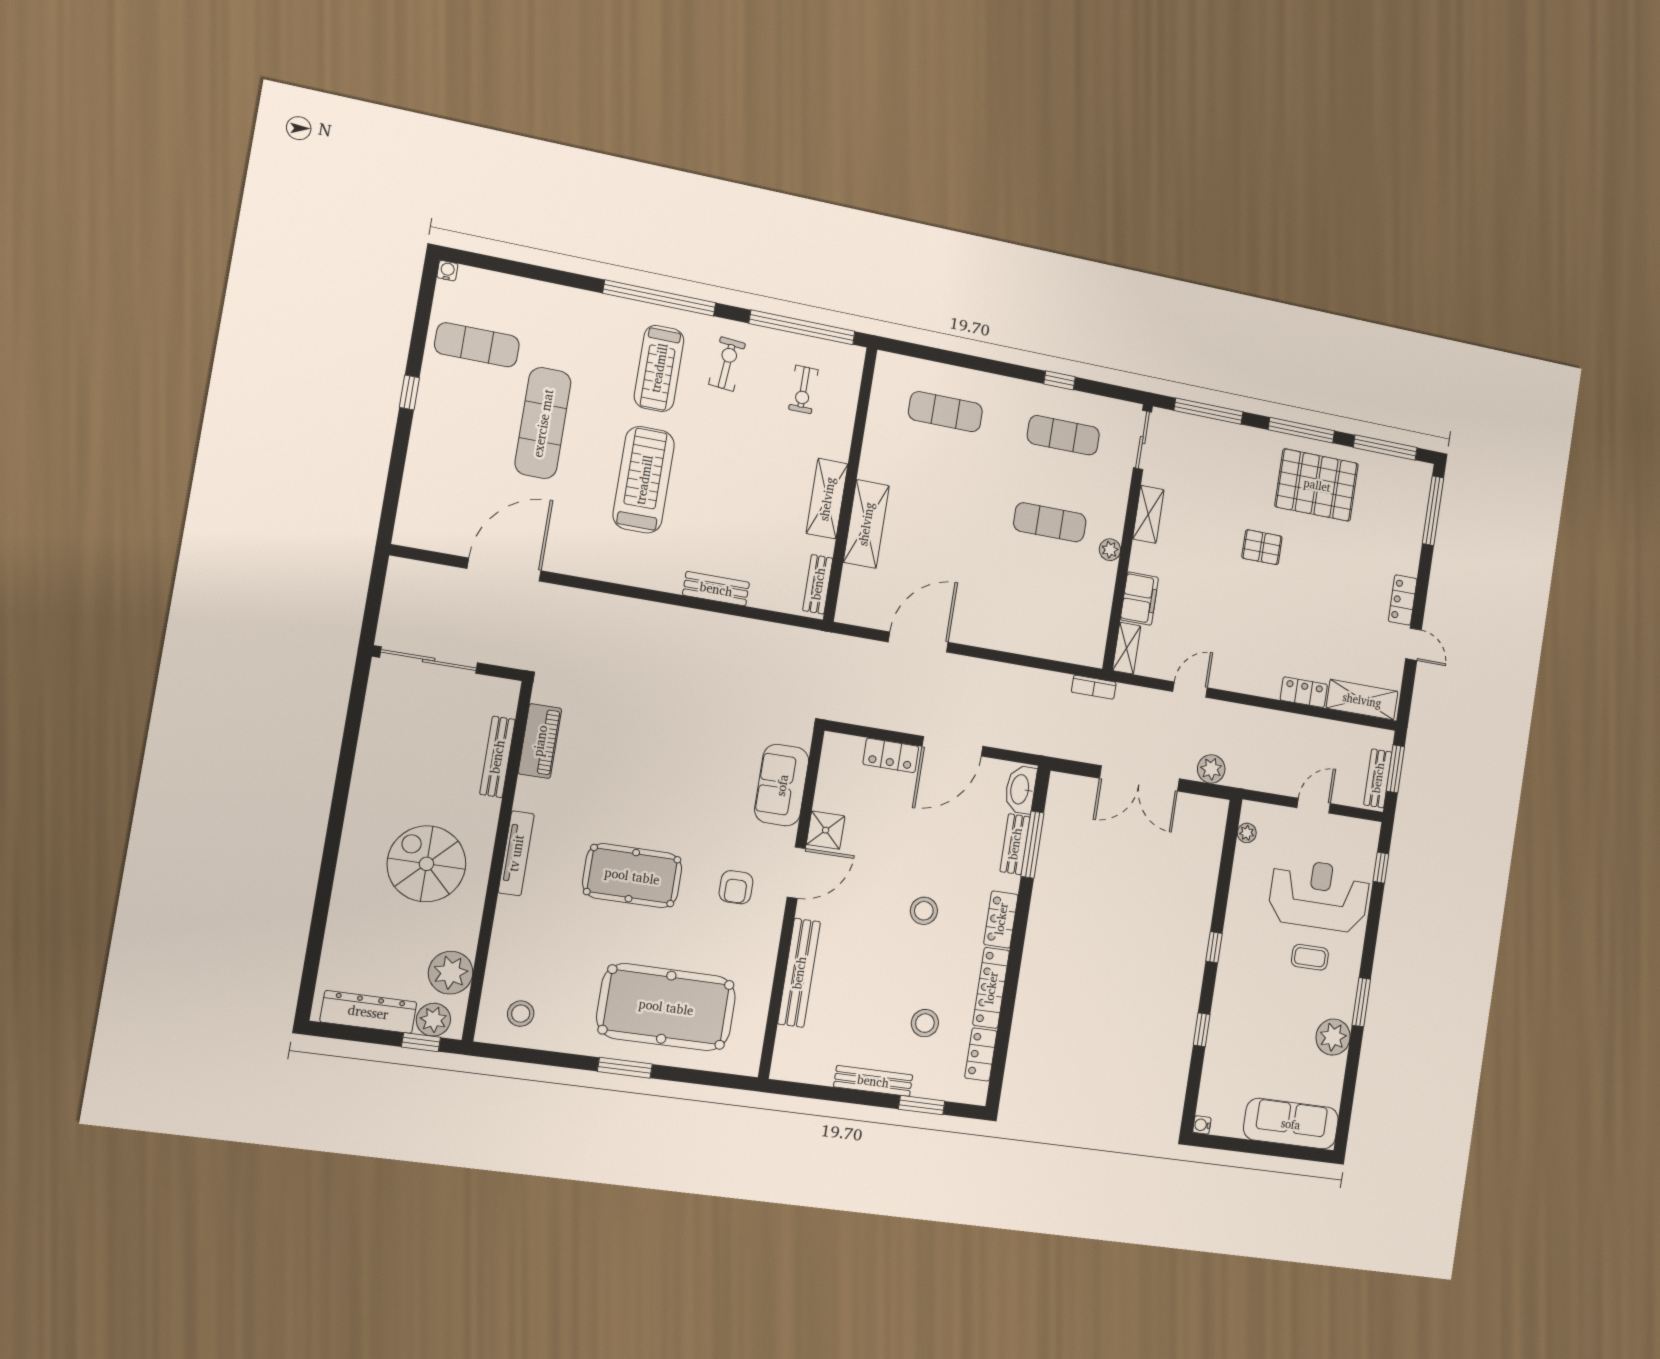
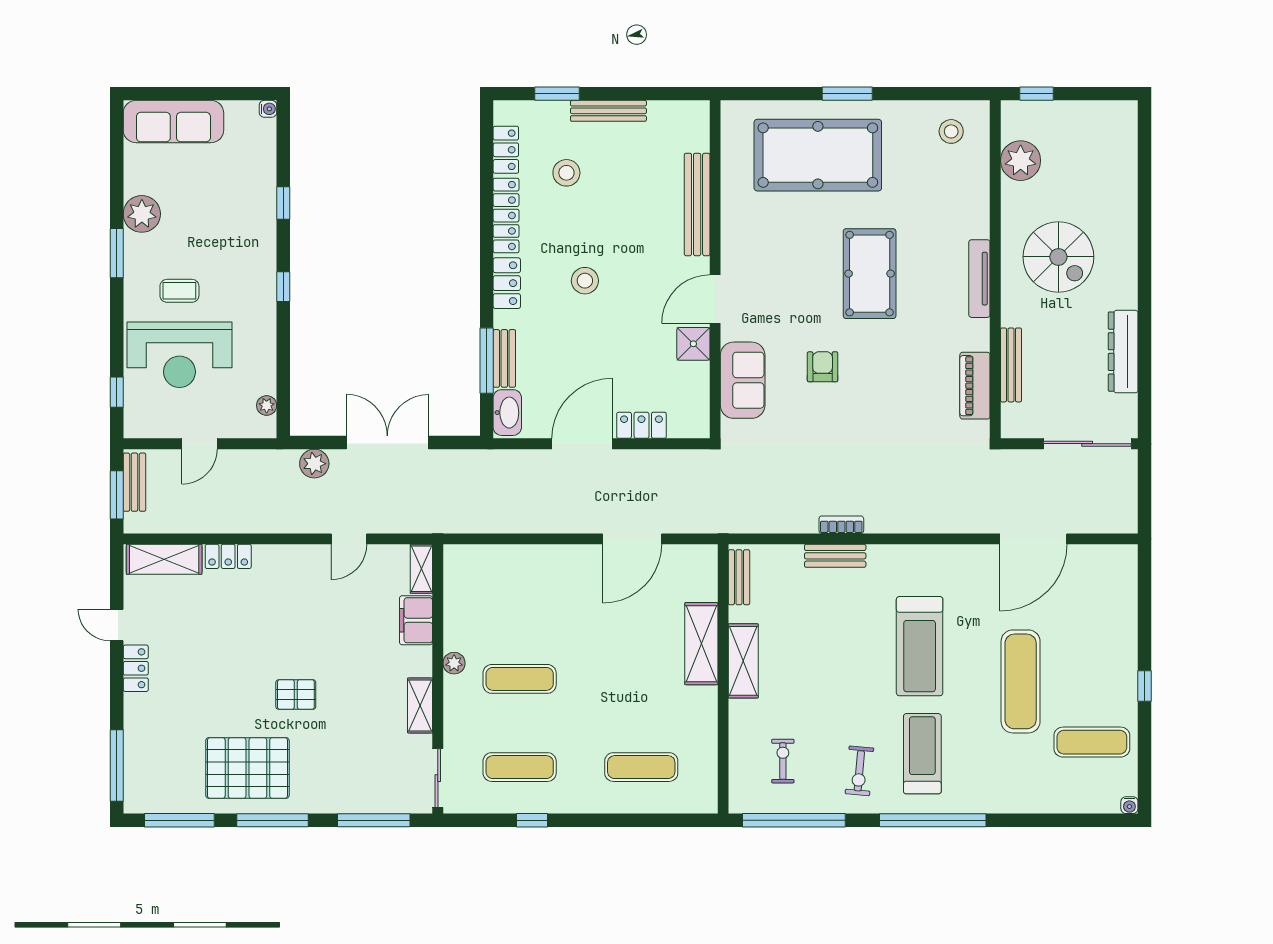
bookcase: (1094, 687) -> (841, 525), moved
pool table: (632, 876) -> (870, 274), turned 90
armchair: (736, 887) -> (823, 367), moved
dresser: (368, 1012) -> (1123, 352), moved, turned 90
plant: (433, 1020) -> (1029, 116), removed

